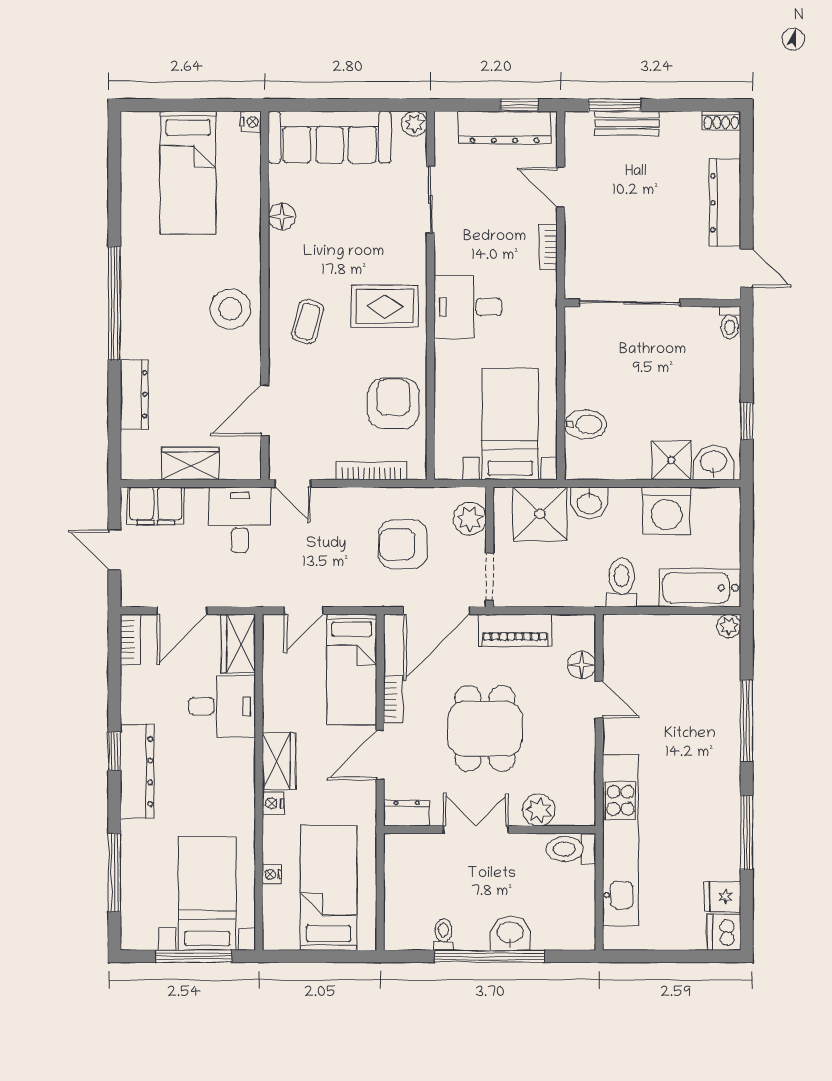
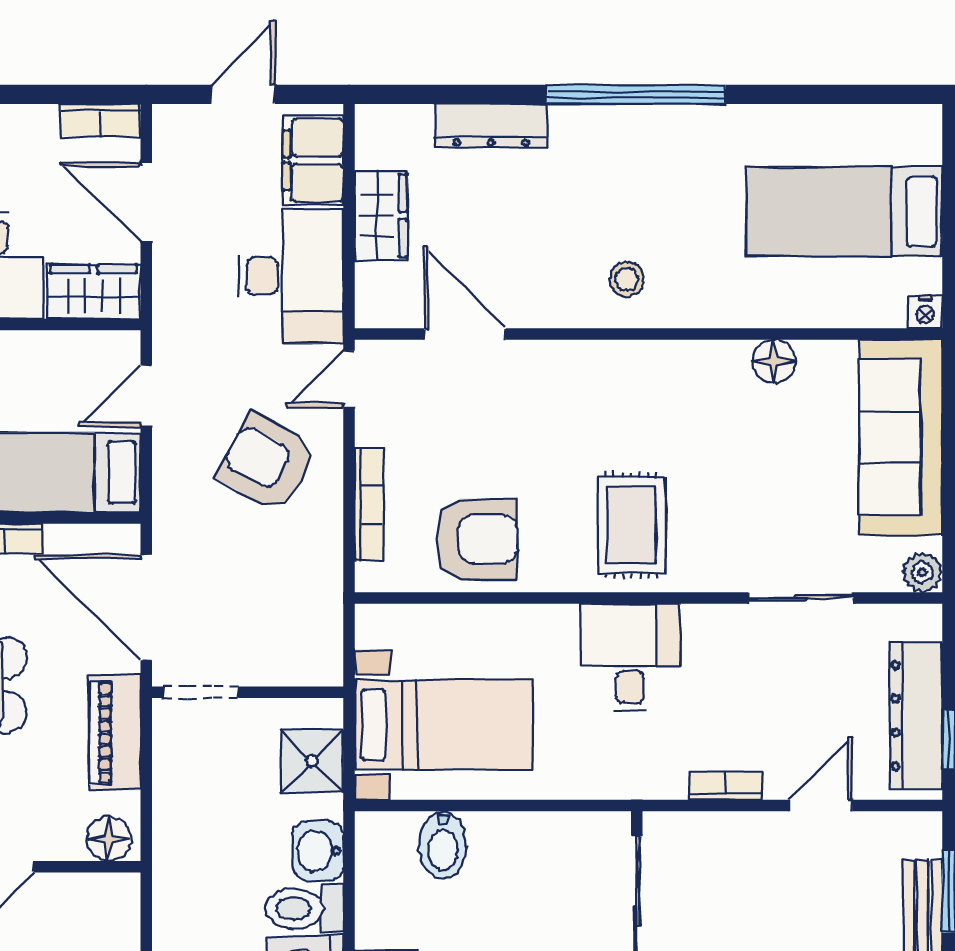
stool: (231, 309) -> (627, 279), width x0.53, depth x0.53
coffee table: (308, 322) -> (607, 402), removed
shower: (540, 514) -> (312, 761), width x0.73, depth x0.73
plant: (470, 519) -> (293, 660), removed
desk: (240, 520) -> (291, 276), width x1.37
armchair: (403, 544) -> (267, 463), moved, turned -61
toilet: (622, 582) -> (304, 908), moved, turned 180
door: (304, 611) -> (146, 396), hinge flipped
floor lamp: (582, 665) -> (109, 839), moved

